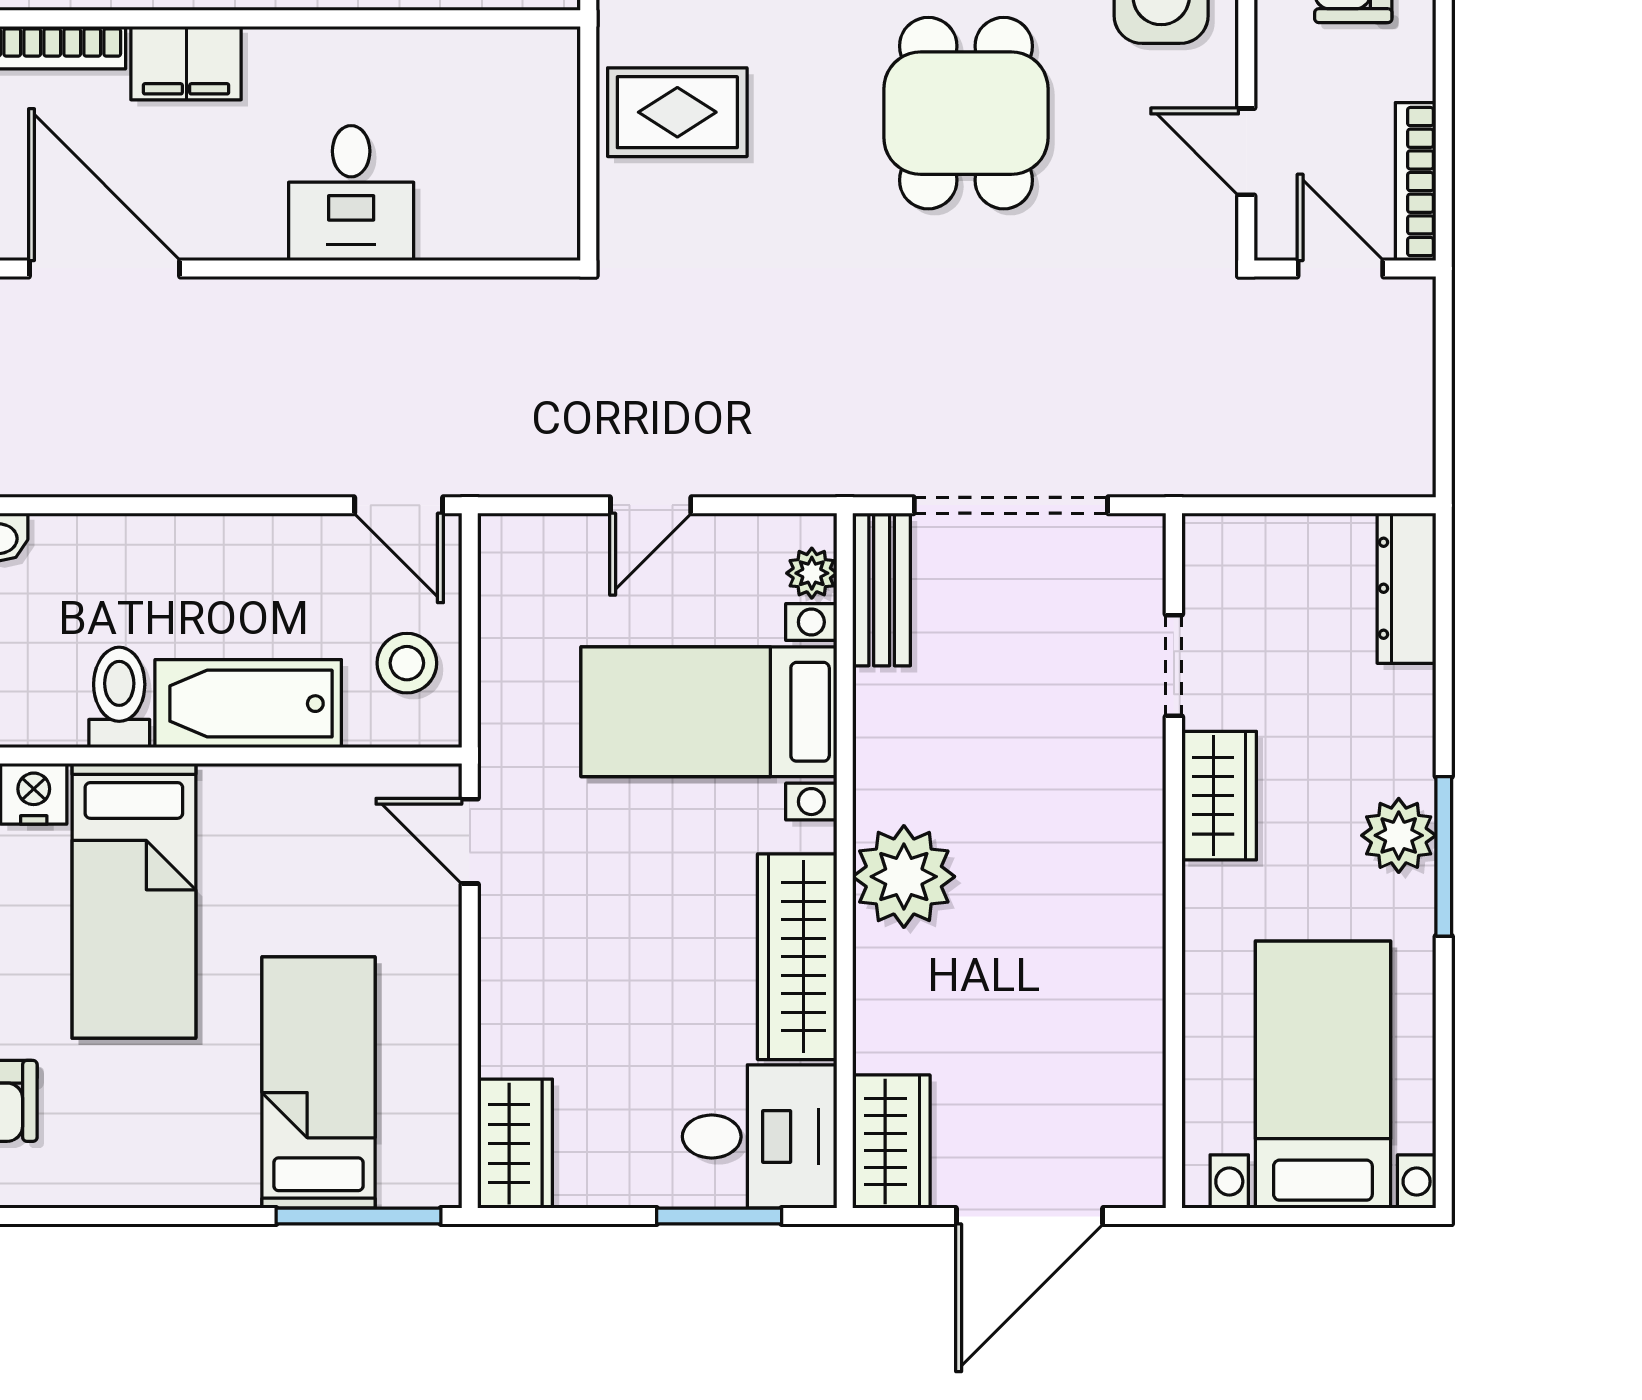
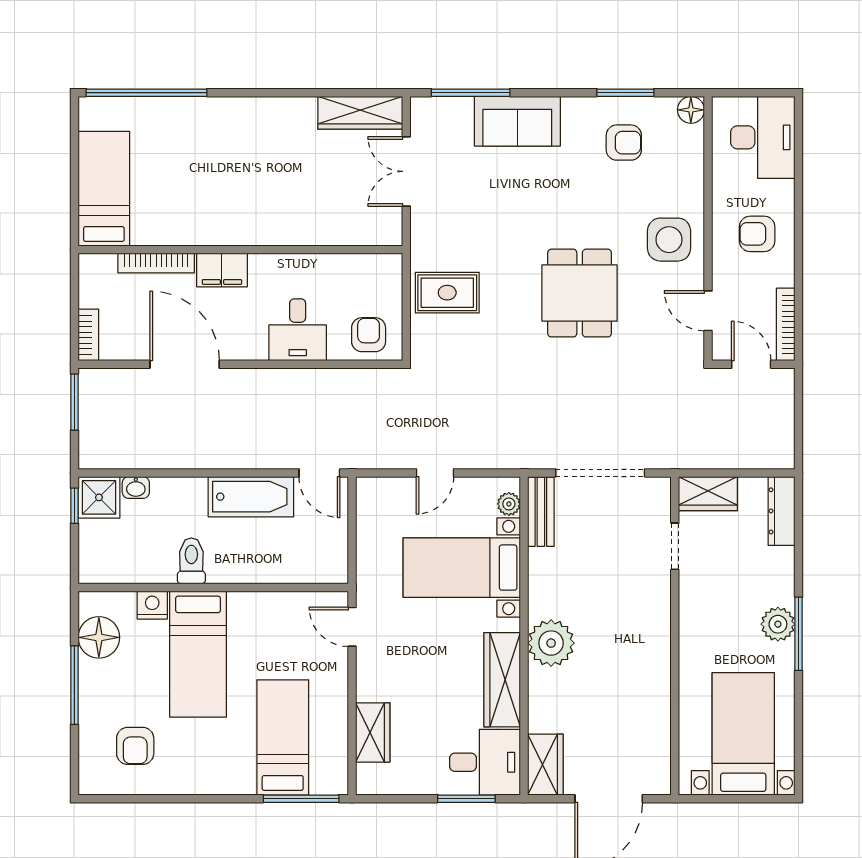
armchair: (506, 204) -> (369, 335), added
stool: (407, 663) -> (323, 545), removed
bathtub: (248, 704) -> (251, 497), moved, turned 180
wardrobe: (1219, 796) -> (708, 494), moved, turned 90
wardrobe: (515, 1144) -> (373, 732), moved

